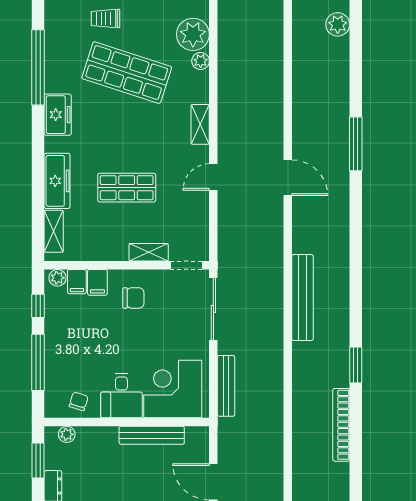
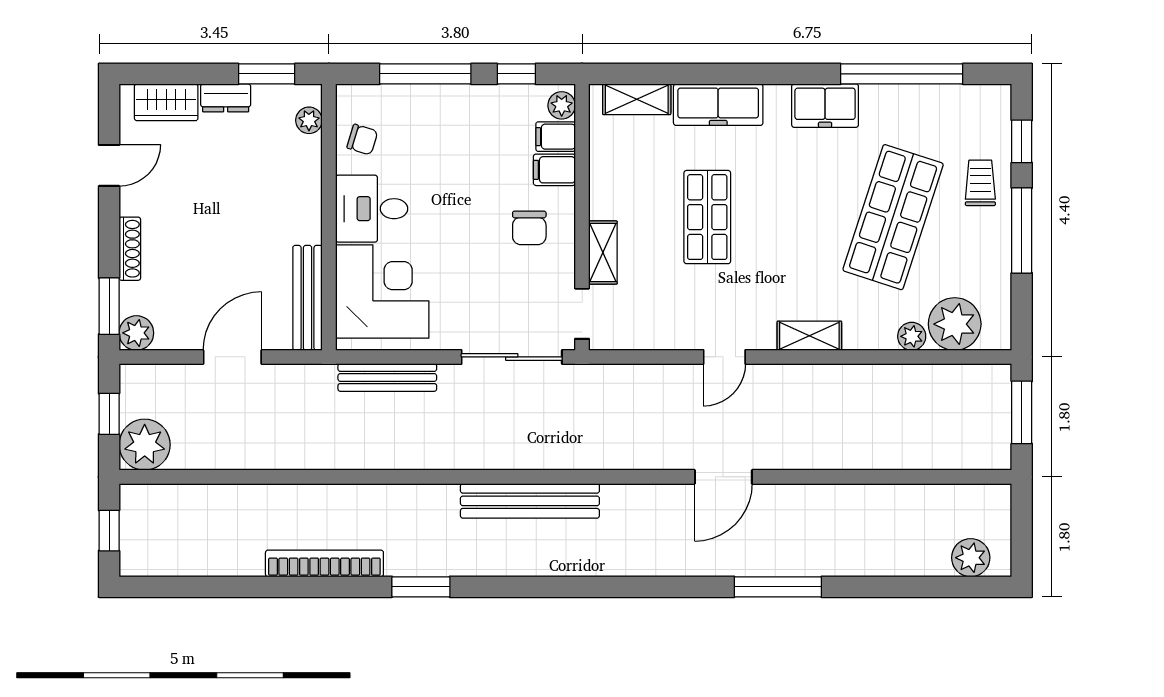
door: (213, 177) -> (724, 357), swing flipped
bench: (152, 435) -> (308, 298), moved

